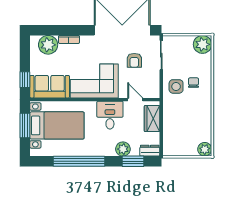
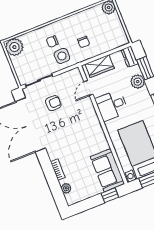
plant: (48, 45) -> (66, 188), width x0.53, depth x0.53
corner sofa: (94, 81) -> (86, 132), removed
chair: (181, 112) -> (84, 42), added

